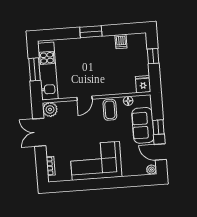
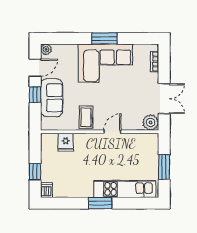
dishwasher: (121, 42) -> (46, 190), moved
kitchen unit: (48, 71) -> (125, 189), moved, turned 90
fridge: (143, 84) -> (66, 142), moved
floor lamp: (128, 101) -> (66, 125), removed
door: (160, 152) -> (35, 68), hinge flipped
window: (98, 184) -> (104, 38), added

